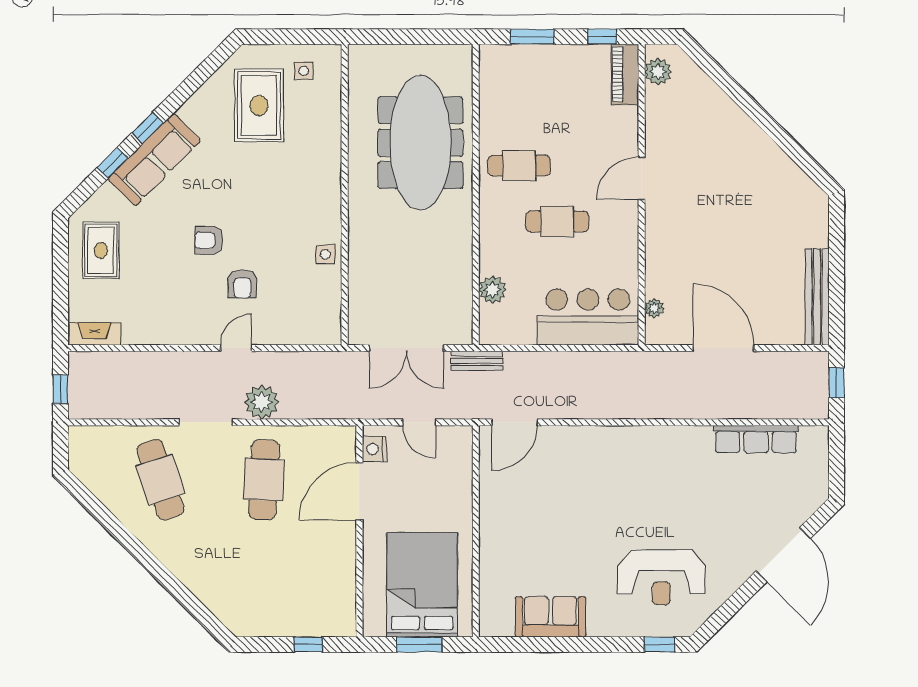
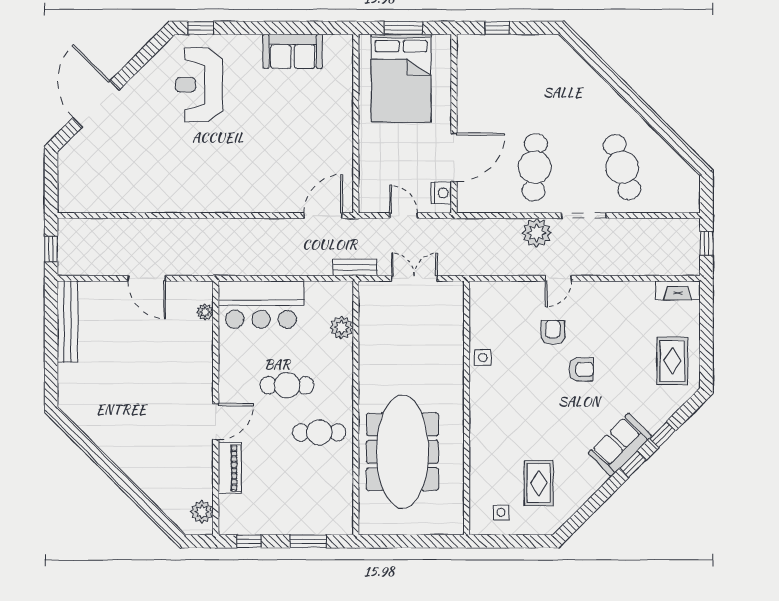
piano: (625, 75) -> (230, 468), moved
rug: (259, 106) -> (539, 483), width x0.73, depth x0.70
sofa: (154, 160) -> (620, 445), width x0.73
double door: (406, 348) -> (414, 278), width x0.73
door: (723, 348) -> (147, 278), width x0.73
row of seats: (756, 439) -> (119, 201), removed
reception desk: (661, 577) -> (199, 85), turned -90

